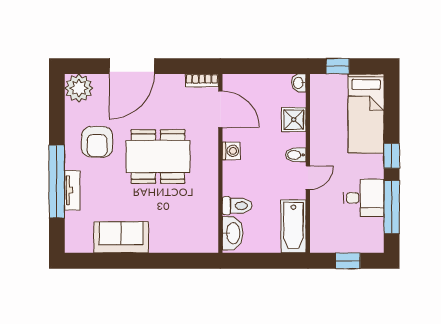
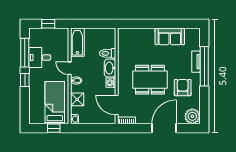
bed: (366, 113) -> (55, 103), moved
door: (308, 178) -> (70, 68), hinge flipped
washbasin: (233, 233) -> (110, 68), moved

